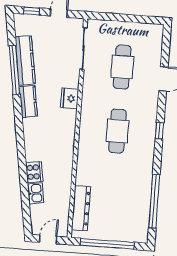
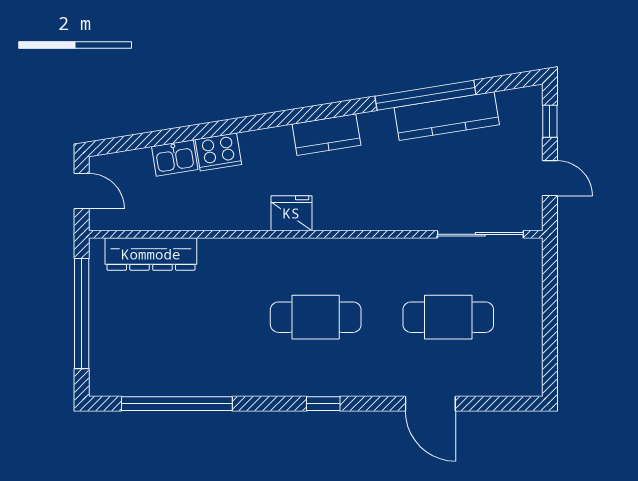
fridge: (70, 98) -> (291, 213), moved
kitchen counter: (28, 102) -> (326, 135), moved

